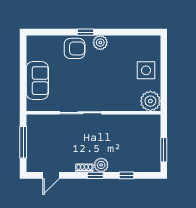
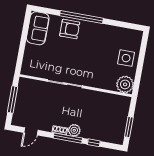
window: (86, 32) -> (81, 17), width x3.17
plant: (100, 43) -> (92, 28), removed
sofa: (37, 81) -> (38, 28), moved
window: (95, 175) -> (68, 138), width x2.17

